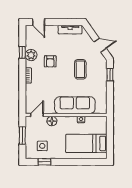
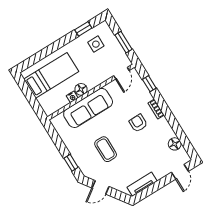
door: (39, 22) -> (180, 172), swing flipped
floor lamp: (30, 43) -> (175, 144), added
window: (22, 52) -> (149, 84), moved
plant: (31, 55) -> (166, 132), removed
armchair: (50, 61) -> (138, 123), moved
floor lamp: (52, 121) -> (81, 89), moved

